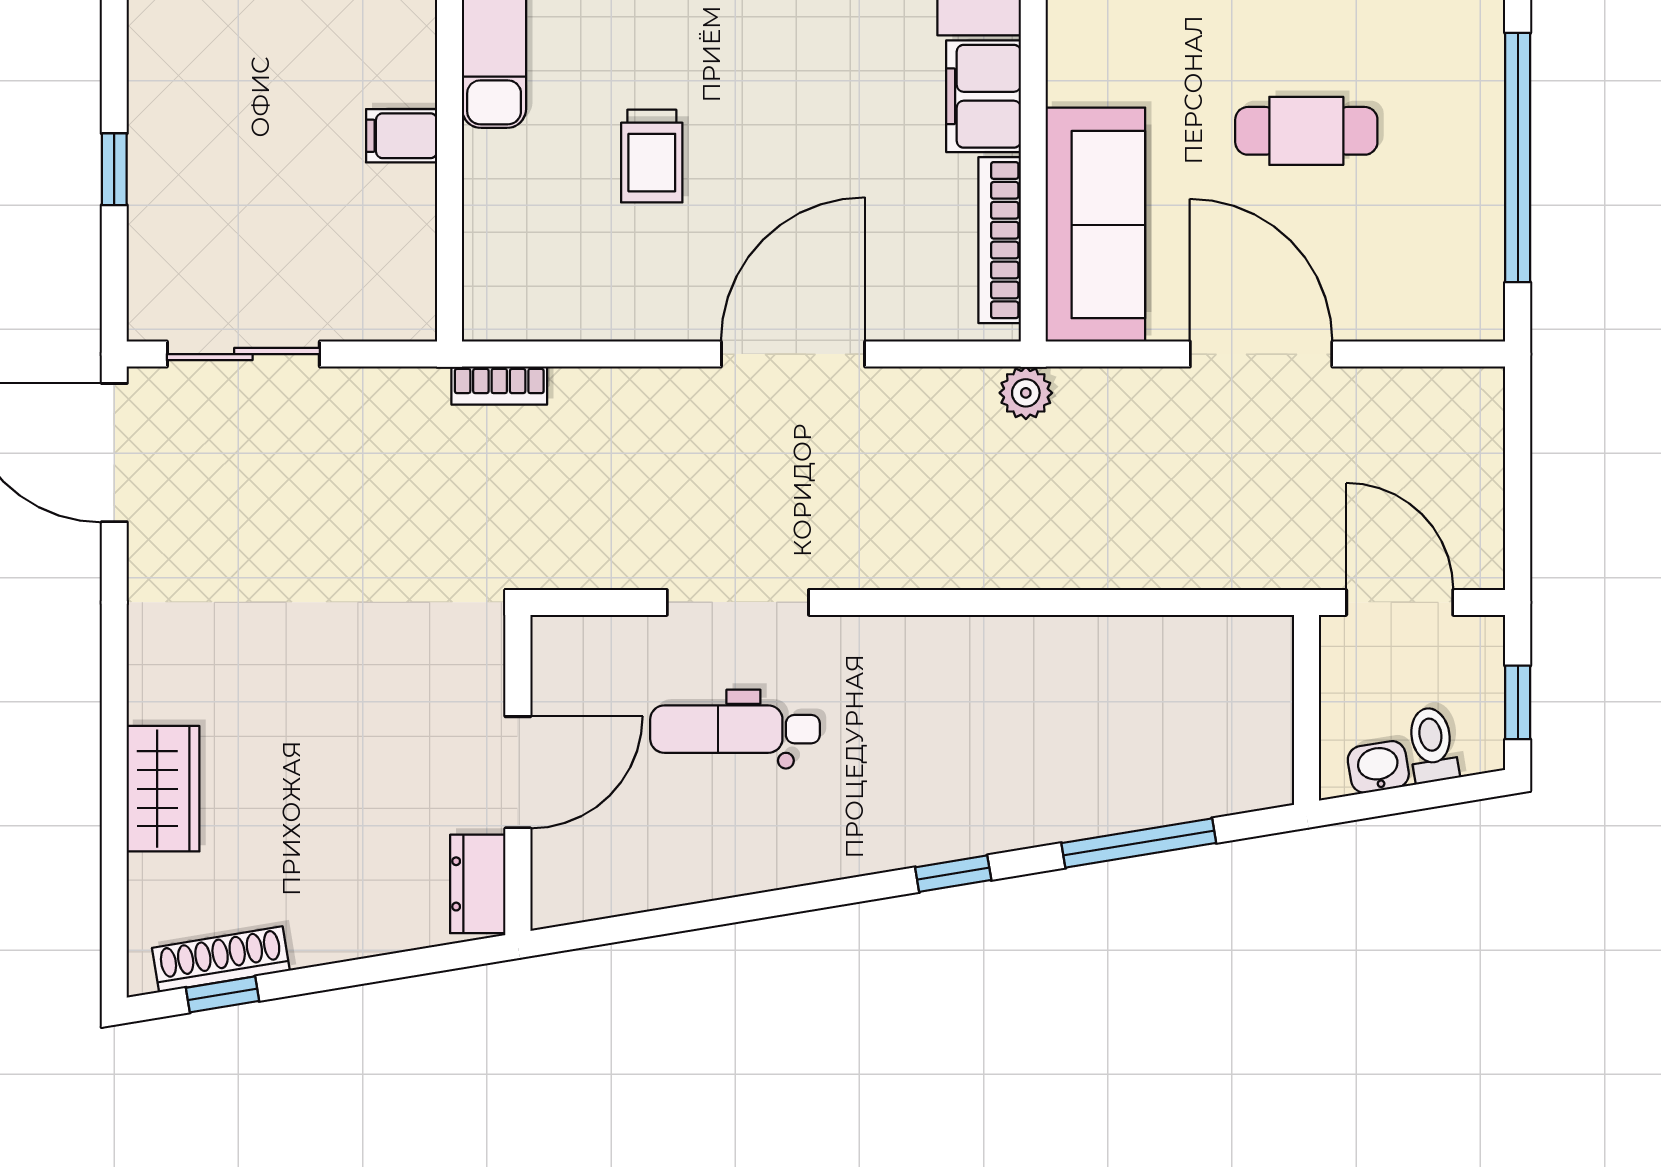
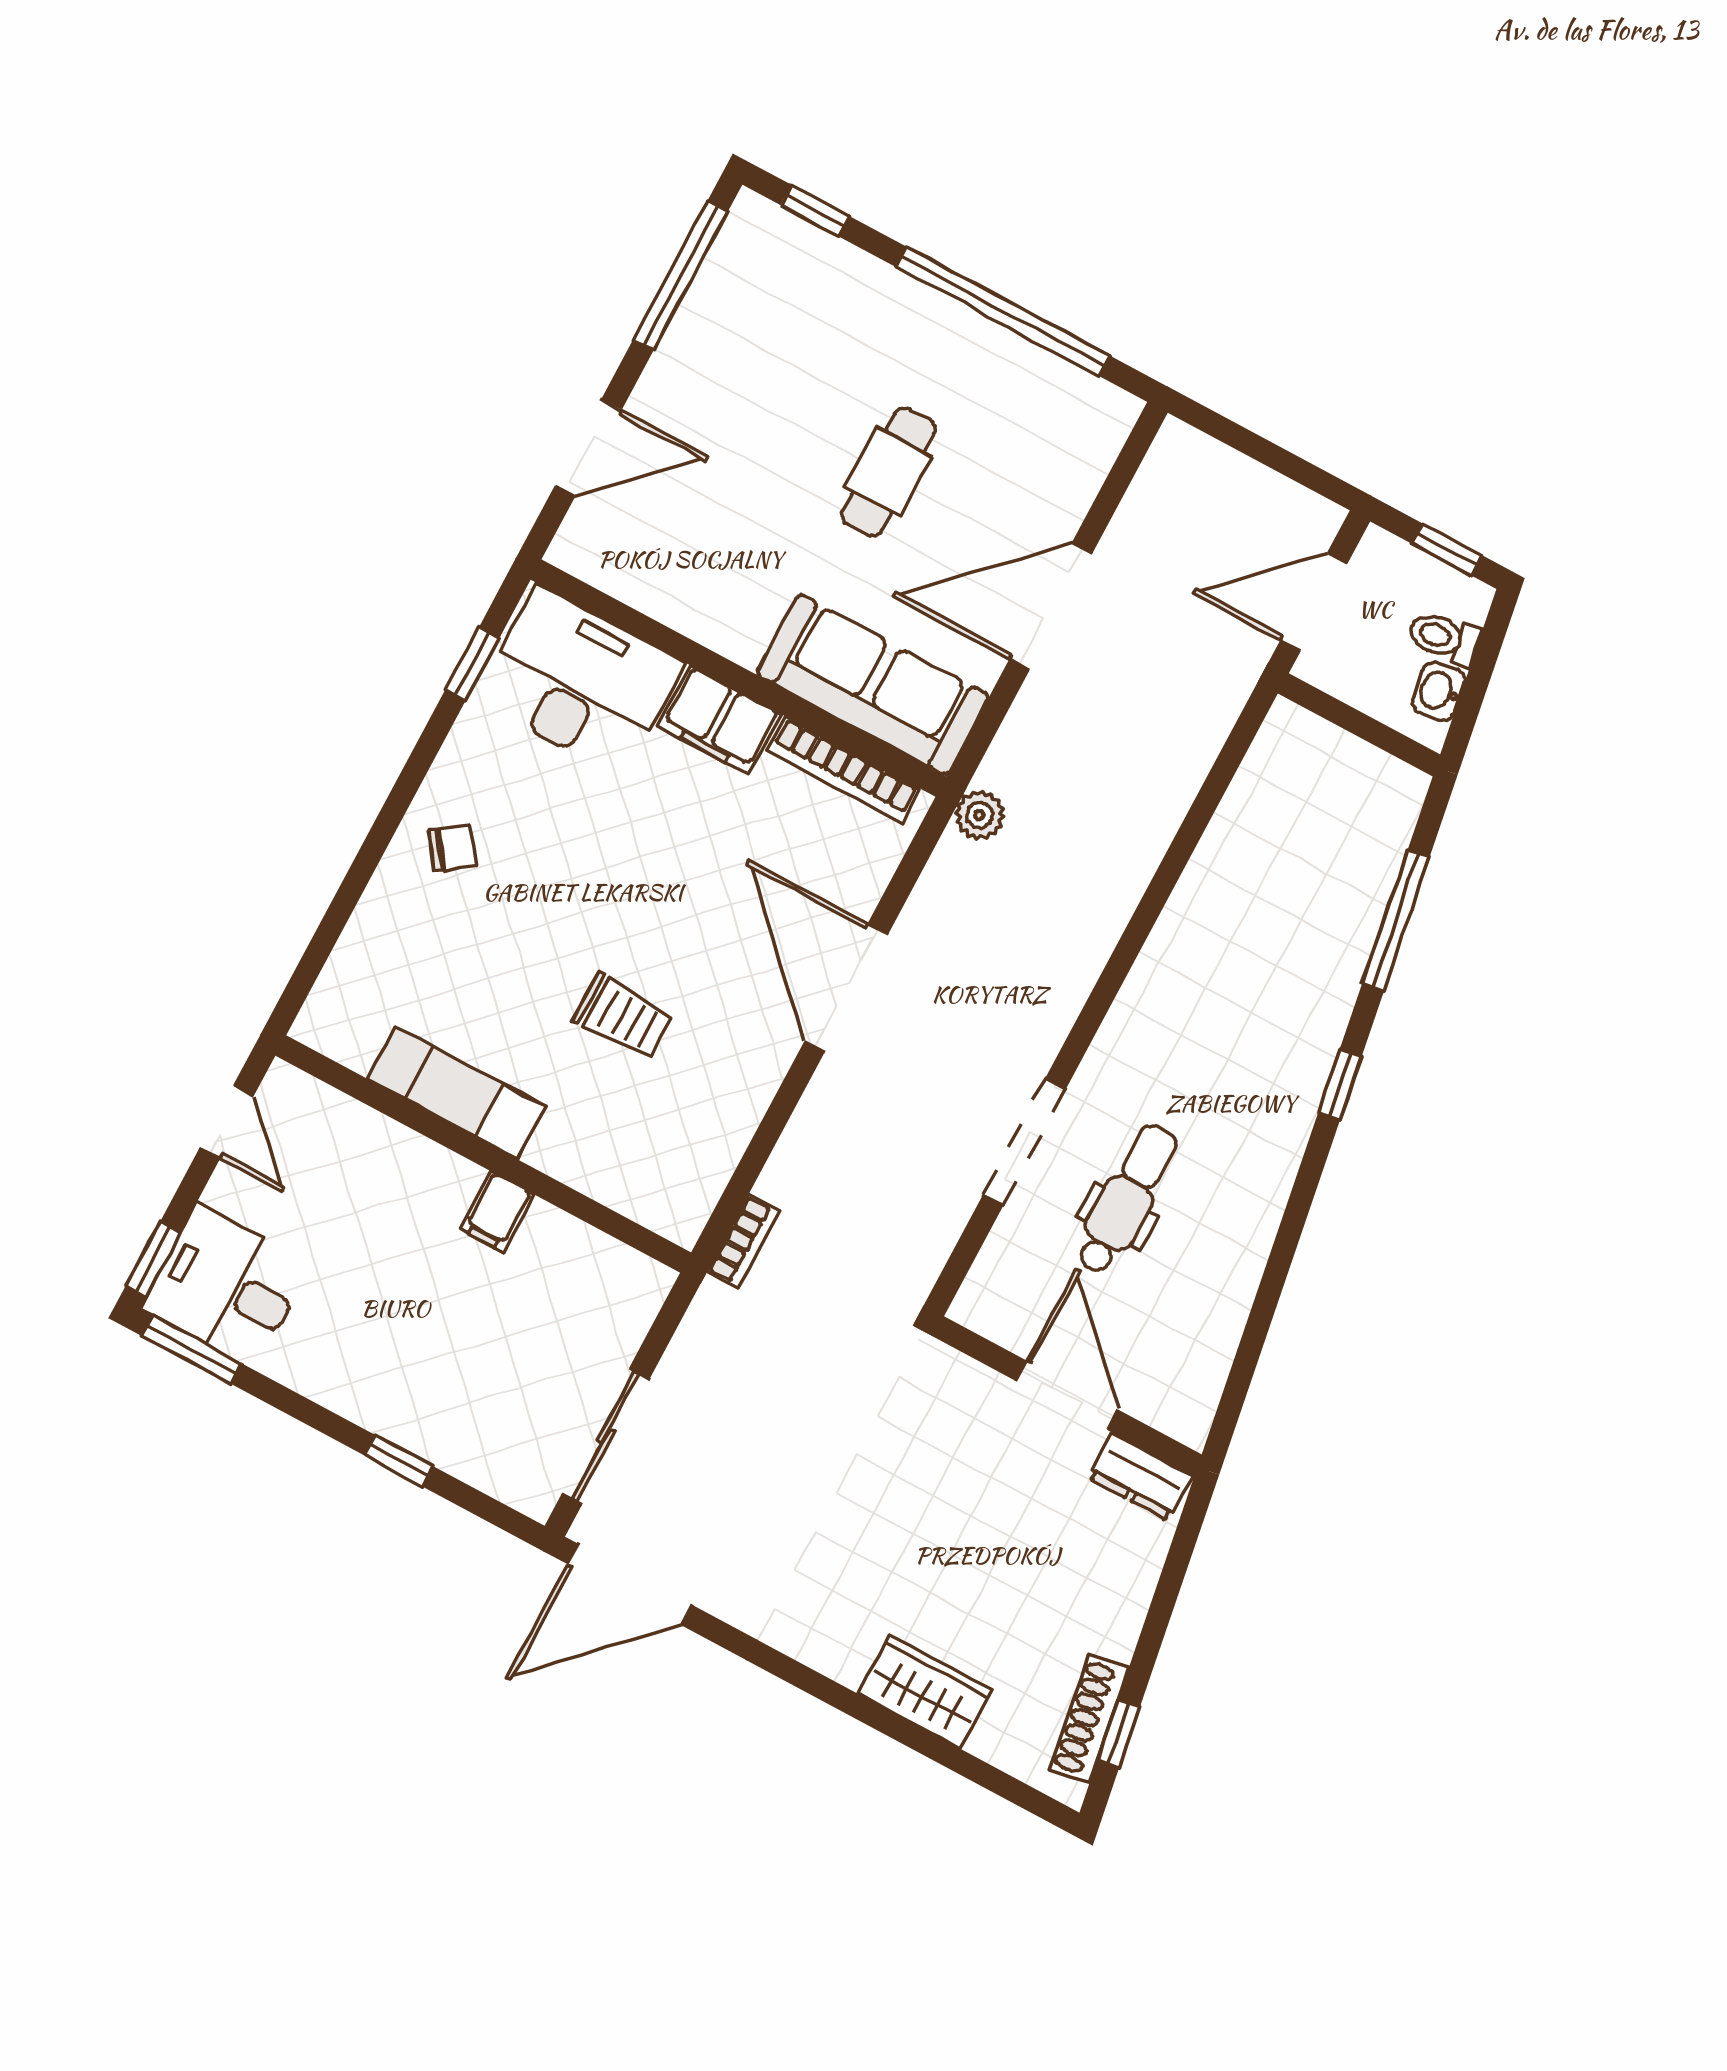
dental chair: (735, 729) -> (1127, 1199), turned 180

